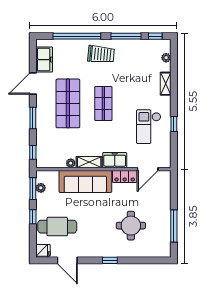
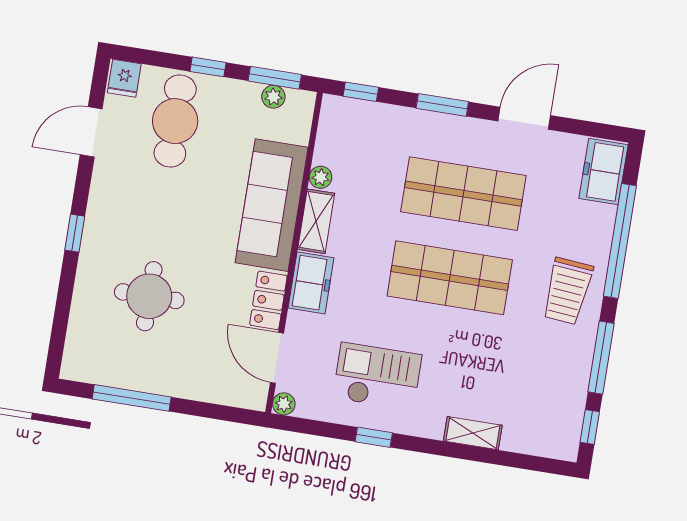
plant: (166, 58) -> (284, 404), moved
freezer: (44, 60) -> (604, 172), moved, turned 90
door: (33, 83) -> (524, 118), hinge flipped
shop shelf: (103, 103) -> (450, 278), width x1.43, depth x1.36

